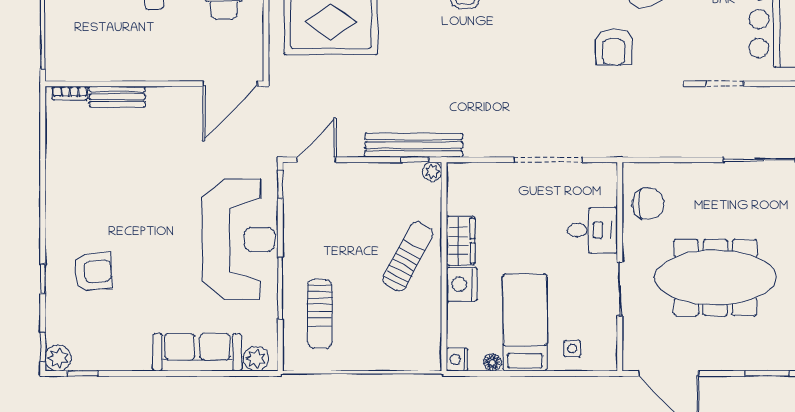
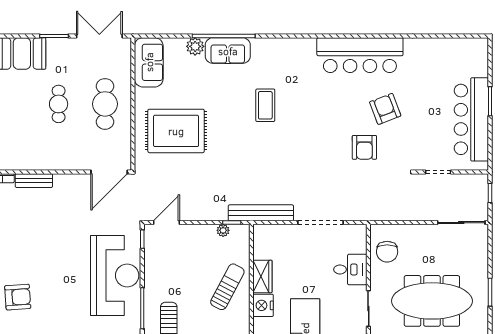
bench: (414, 145) -> (261, 213), moved
plant: (432, 172) -> (223, 230), moved
chair: (648, 204) -> (387, 252), turned 90

